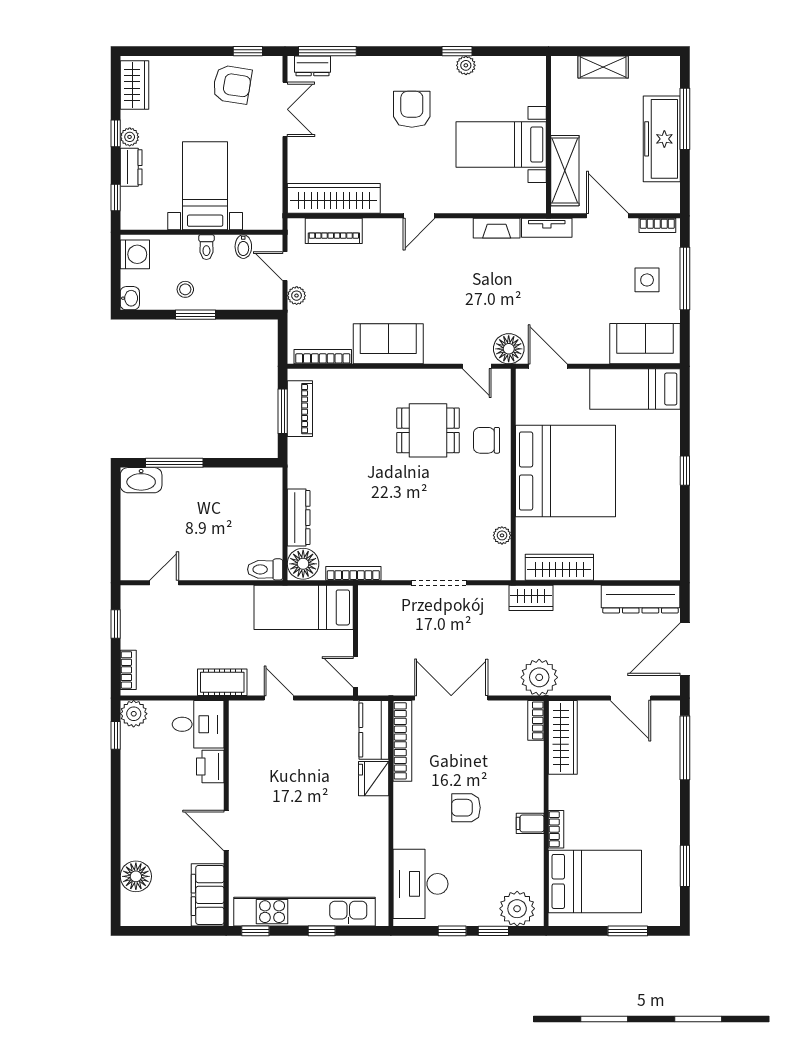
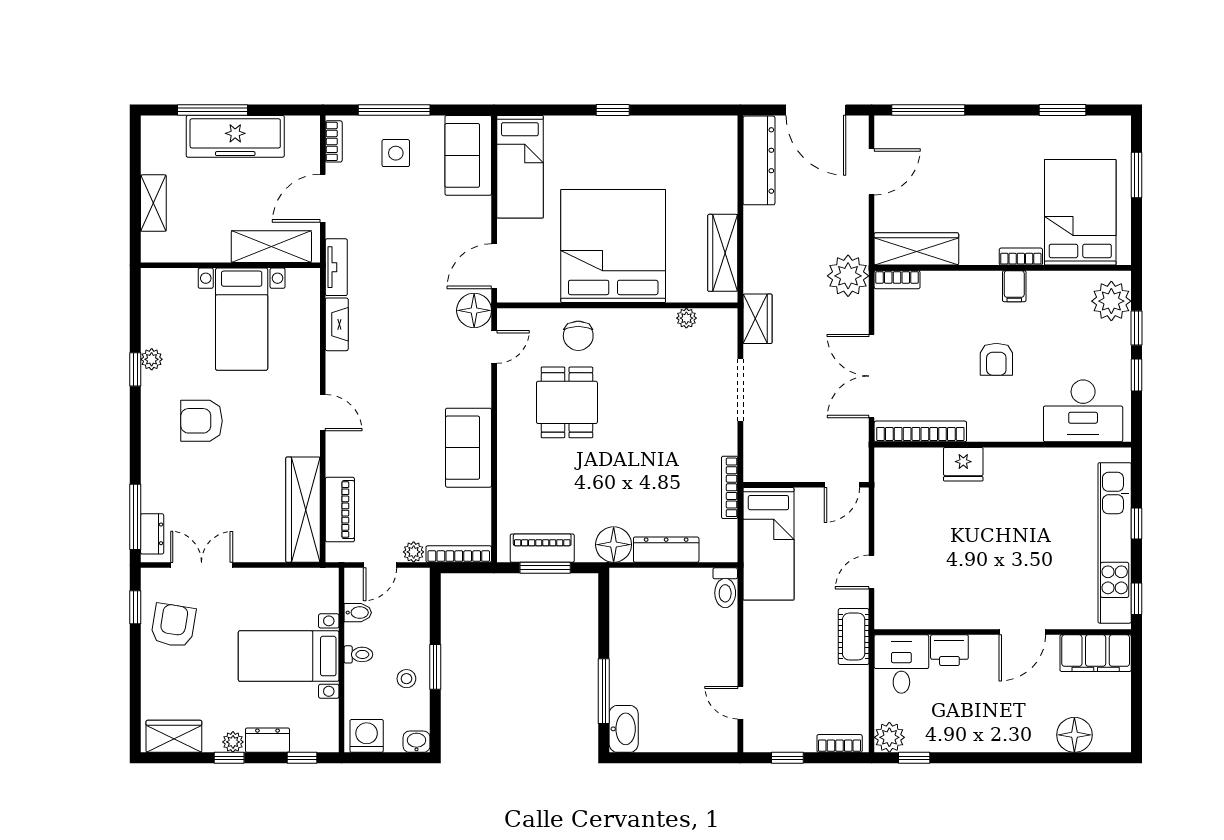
bookcase: (323, 357) -> (459, 554), moved, turned 90
floor lamp: (303, 564) -> (614, 545), moved
wardrobe: (531, 598) -> (758, 319), moved
kitchen counter: (374, 730) -> (908, 464), removed

